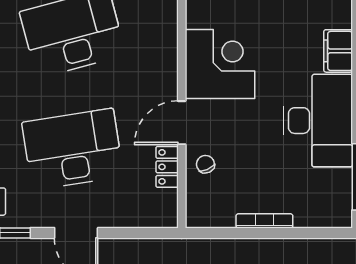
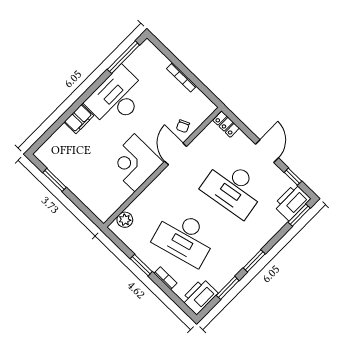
door: (182, 123) -> (176, 154), swing flipped
locker: (167, 167) -> (226, 124), moved, turned 90

